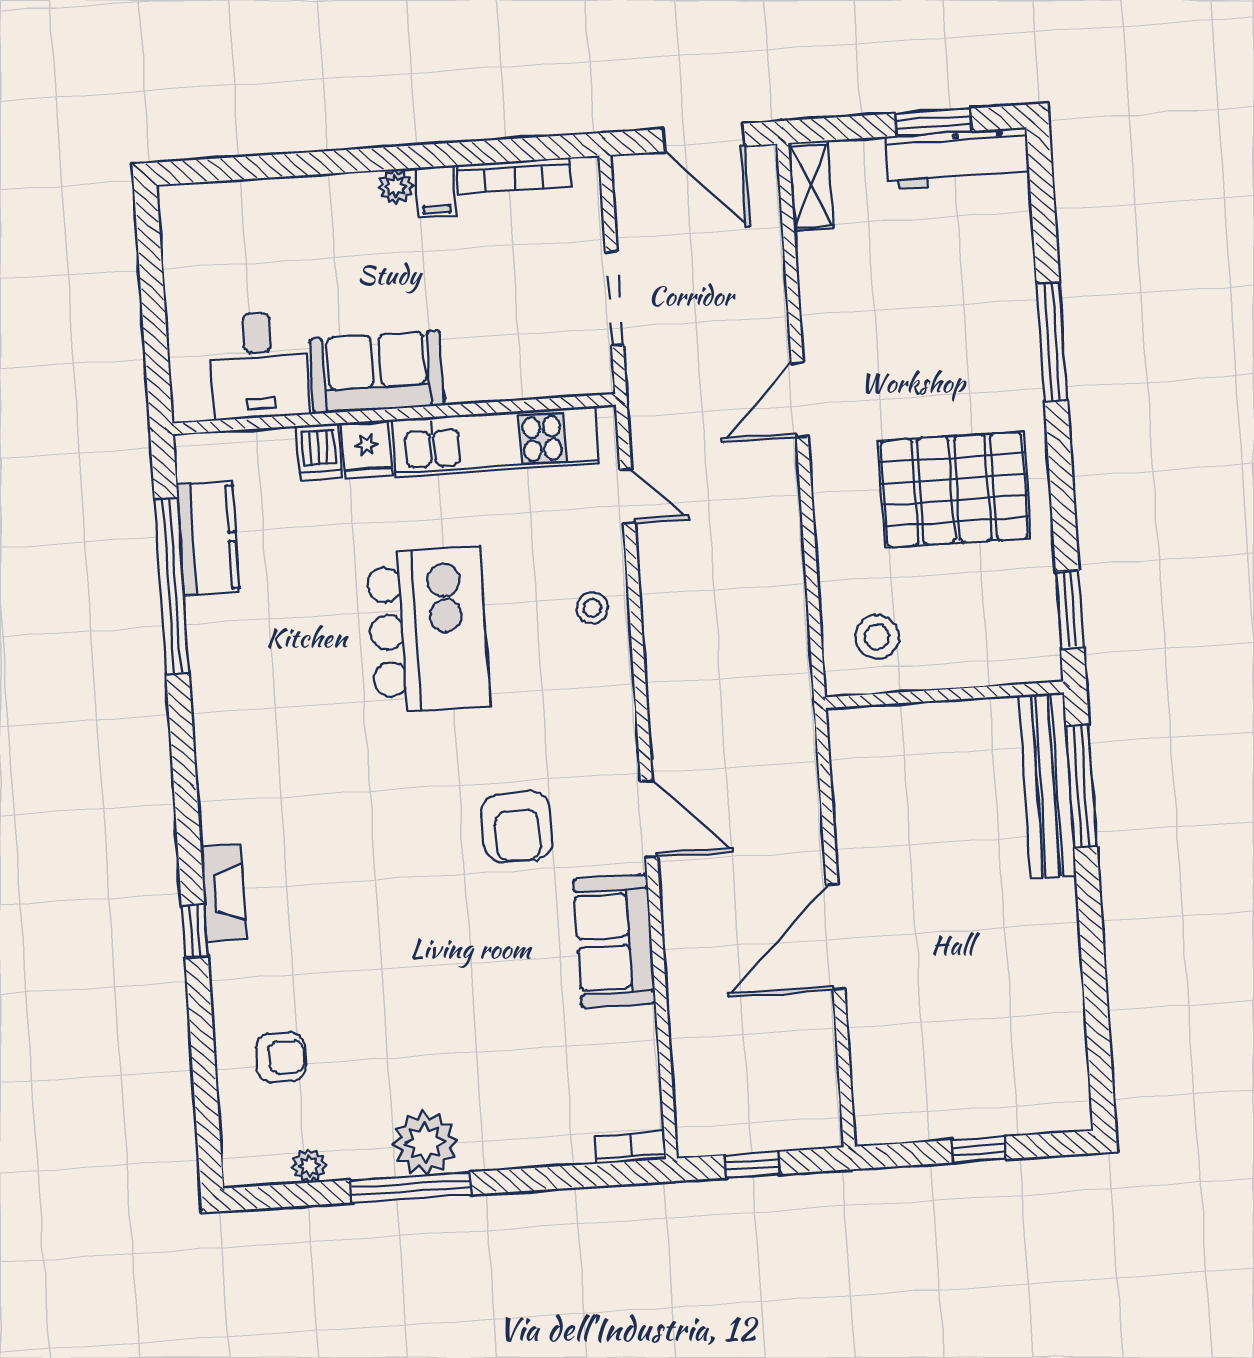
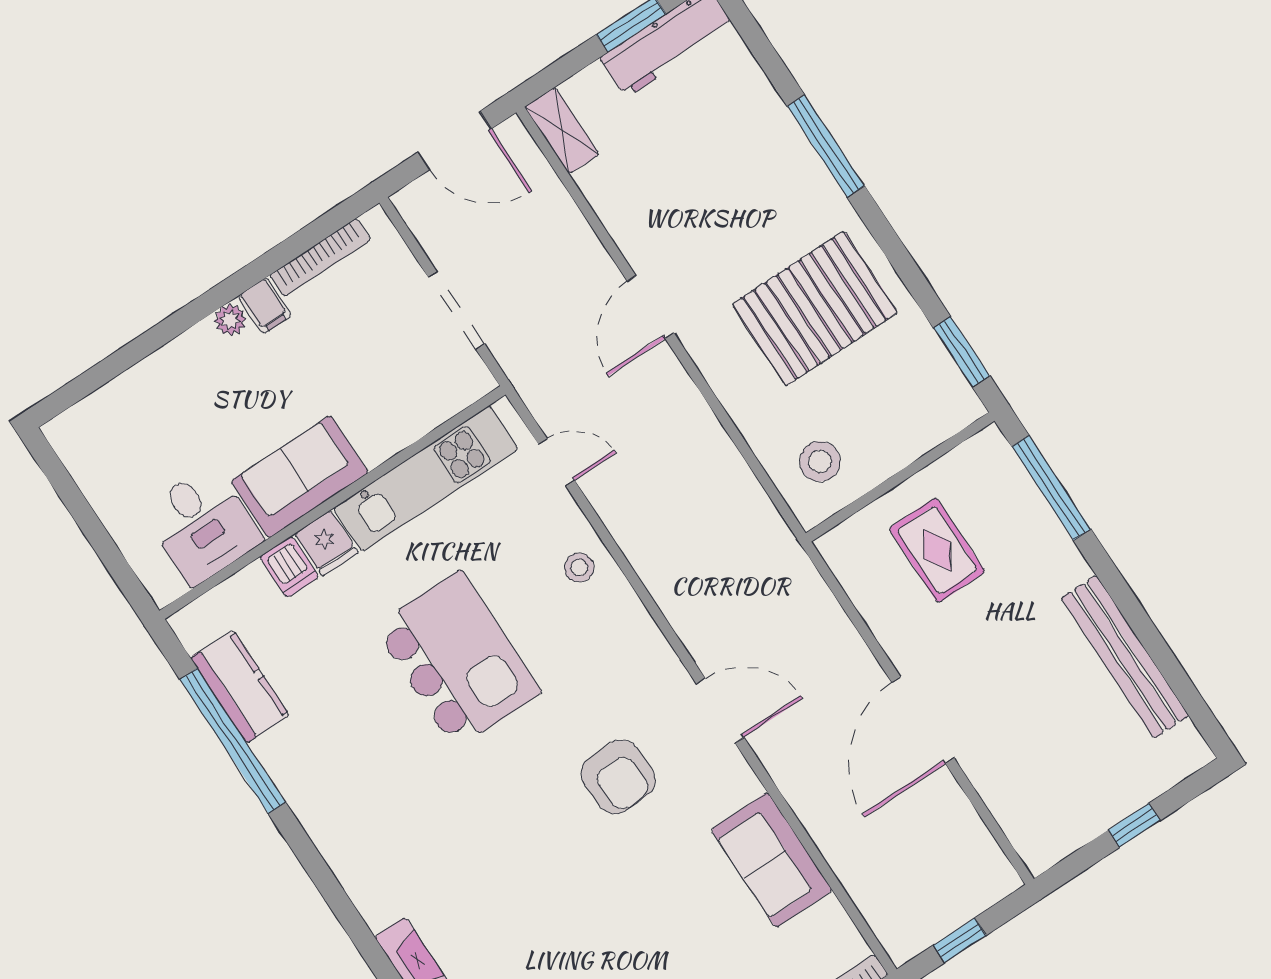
rug: (940, 784) -> (937, 550), added
bench: (1047, 786) -> (1125, 657), moved
sofa: (614, 941) -> (772, 860), moved

